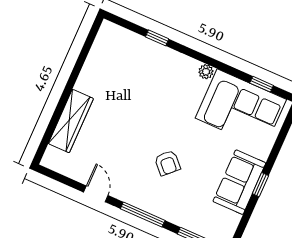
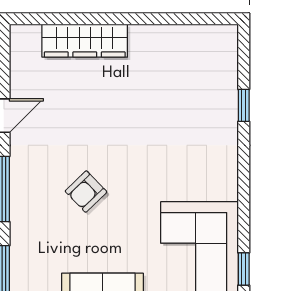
plant: (206, 72) -> (228, 189), removed

